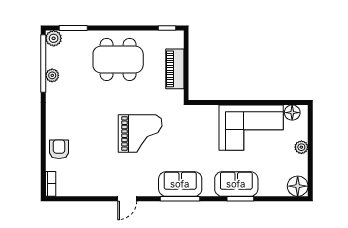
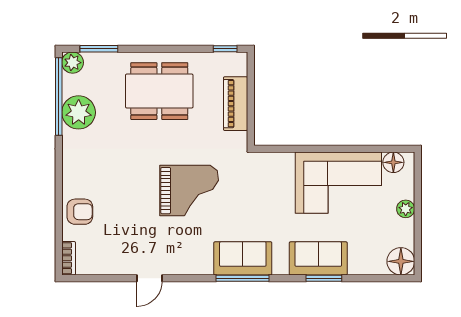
plant: (52, 75) -> (79, 112), width x1.88, depth x1.88
armchair: (59, 149) -> (80, 212), turned 90
door: (127, 199) -> (149, 278), moved

